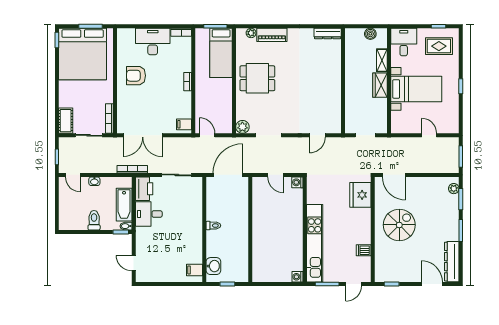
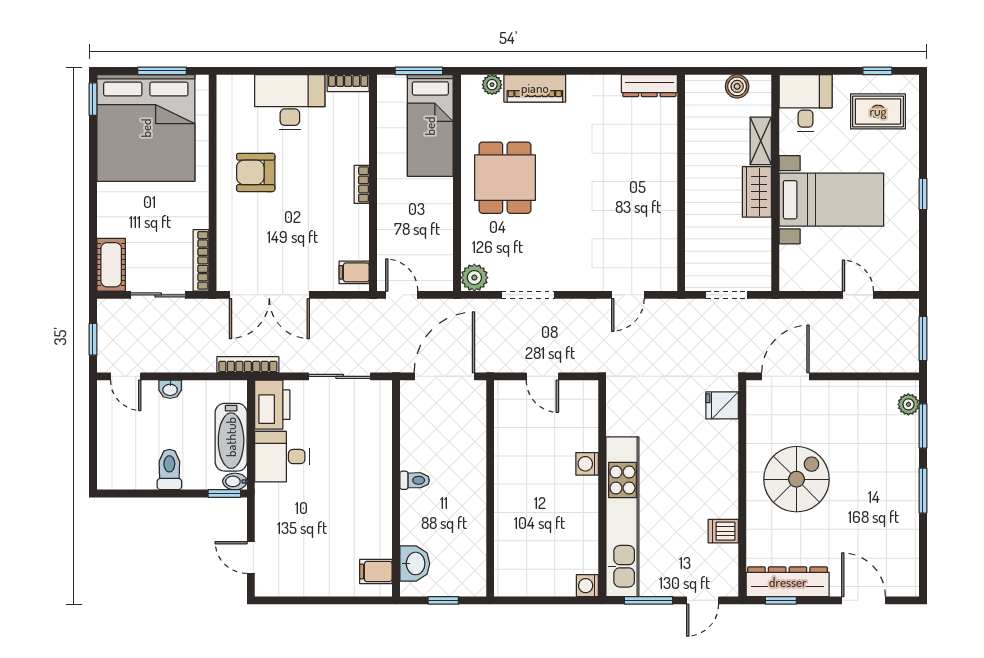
dining table: (257, 78) -> (505, 178), turned 90
door: (394, 175) -> (785, 376), swing flipped
washing machine: (297, 182) -> (587, 464), moved
fridge: (360, 195) -> (722, 405), width x0.53, depth x0.75
dresser: (452, 262) -> (788, 582), moved, turned 90

